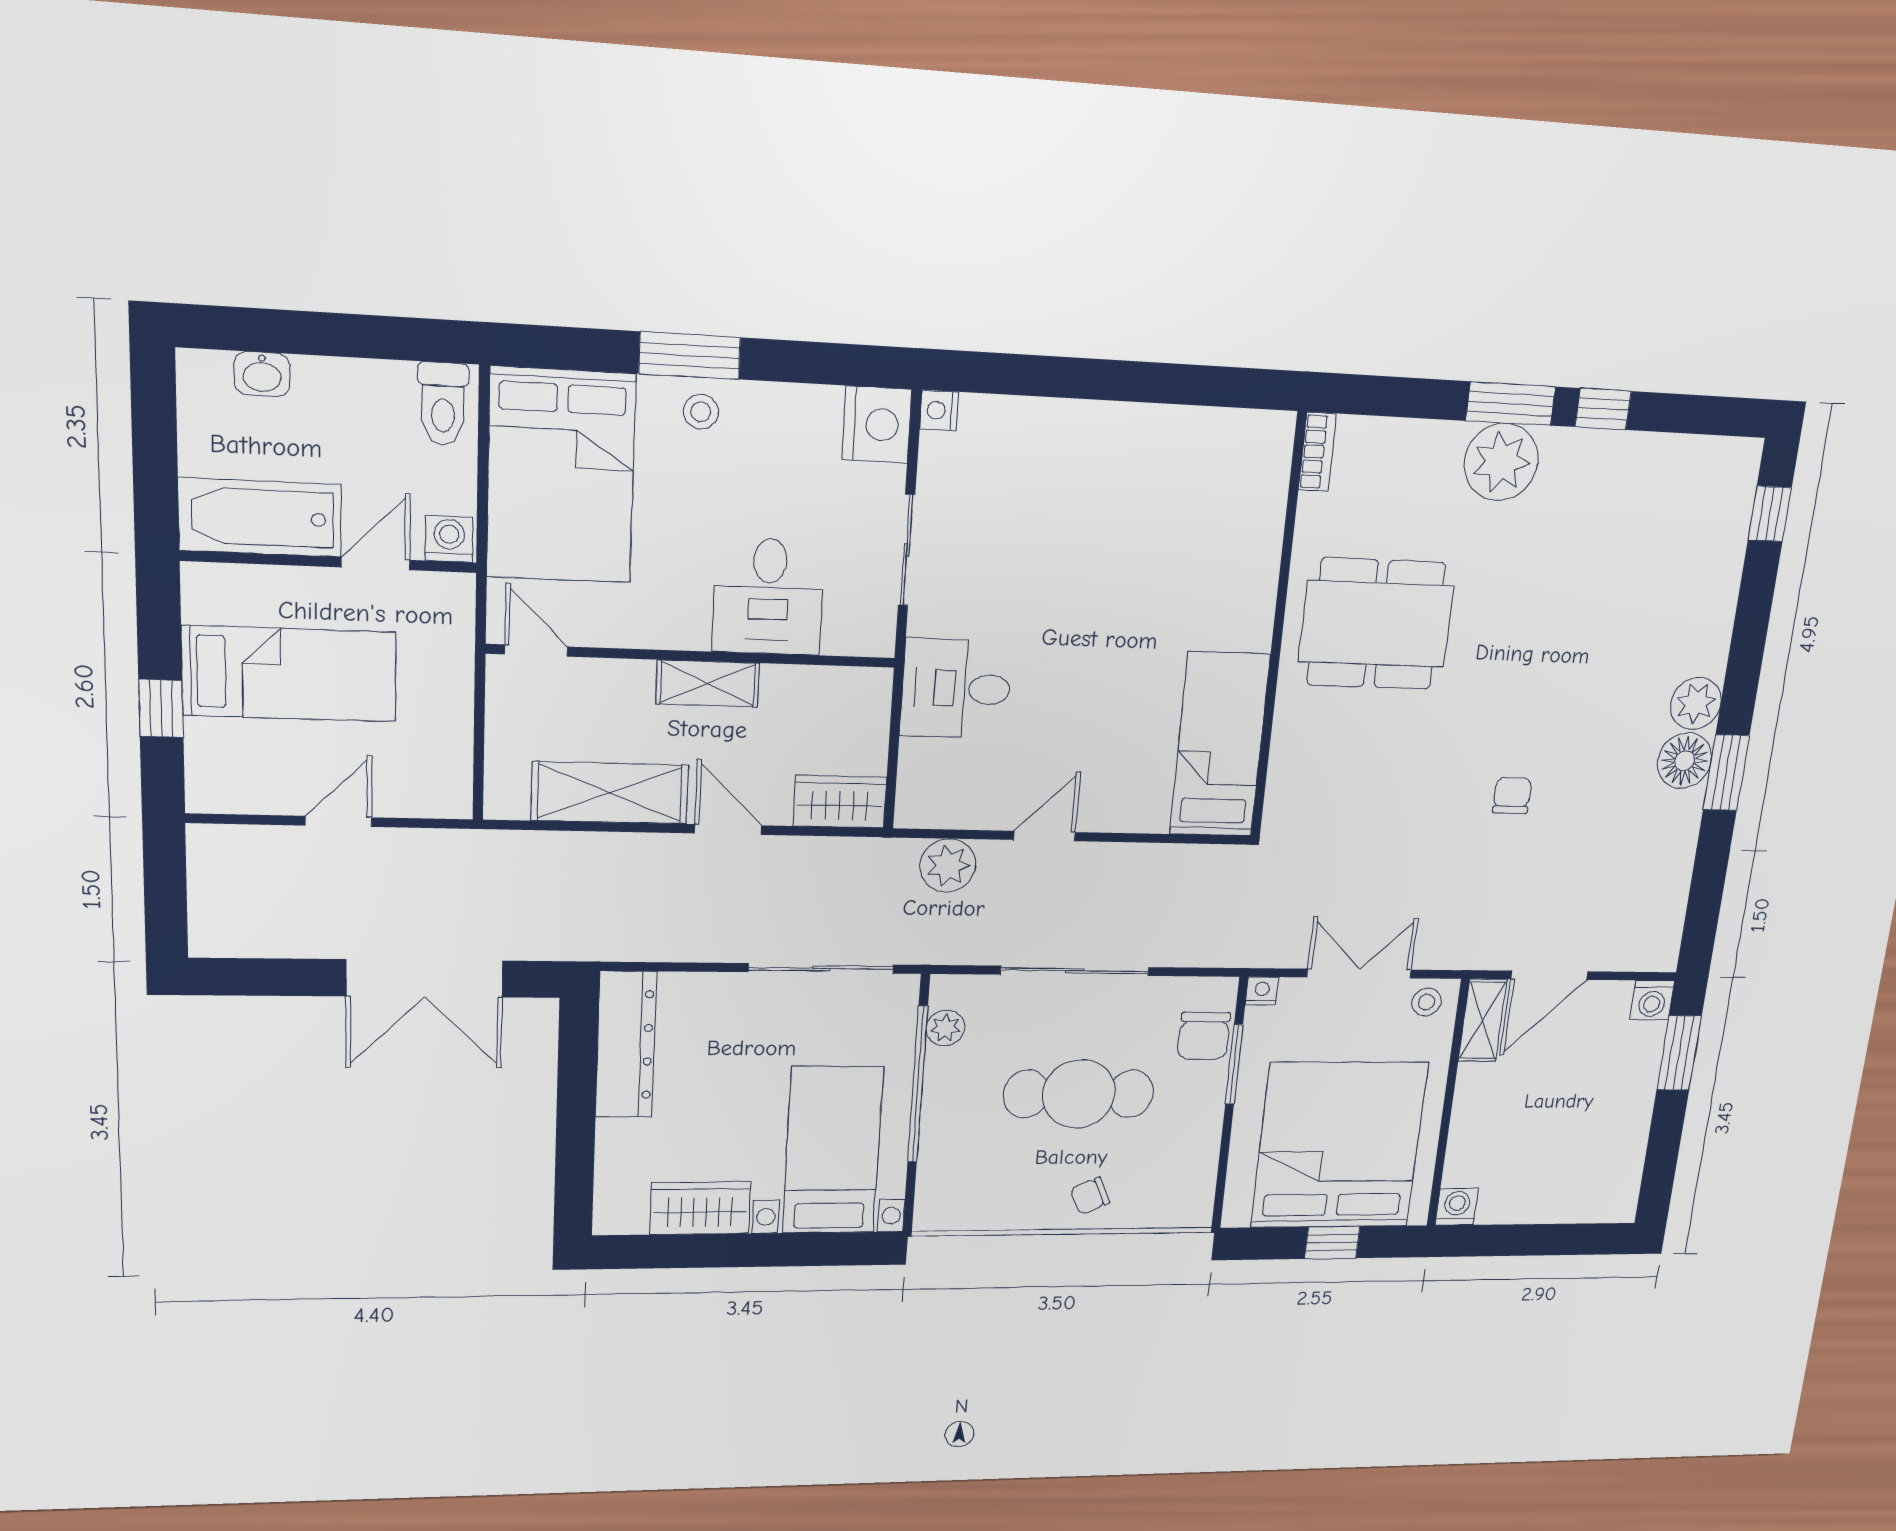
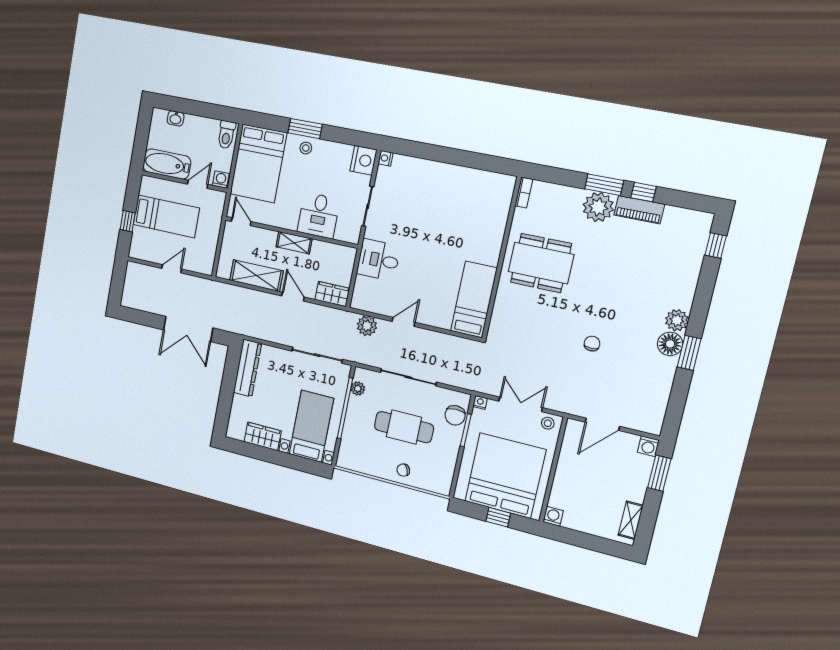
piano: (1596, 454) -> (639, 210), added
shelving: (1483, 1020) -> (631, 520), moved

